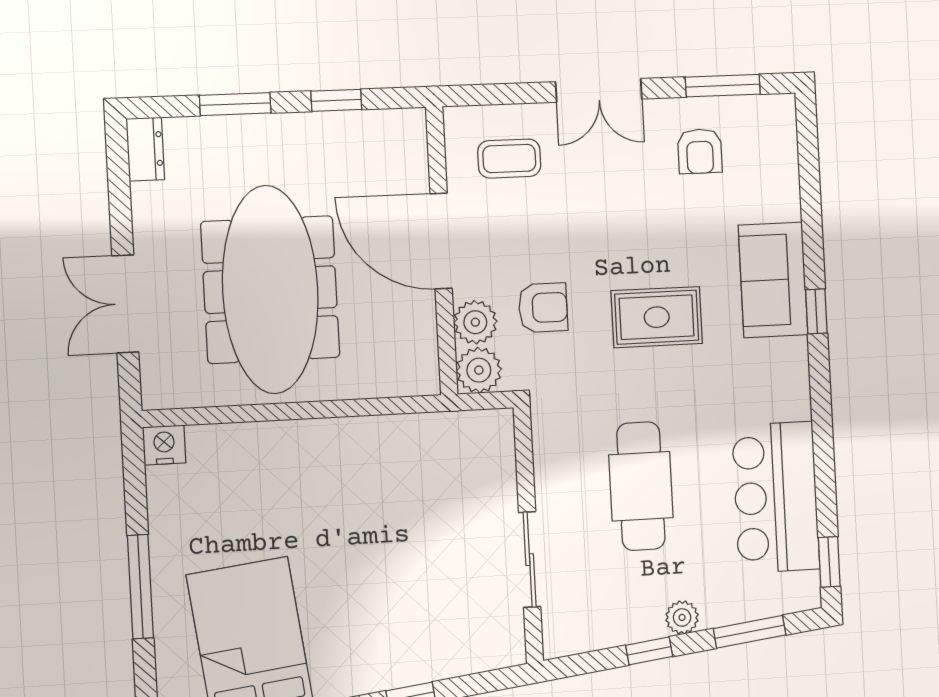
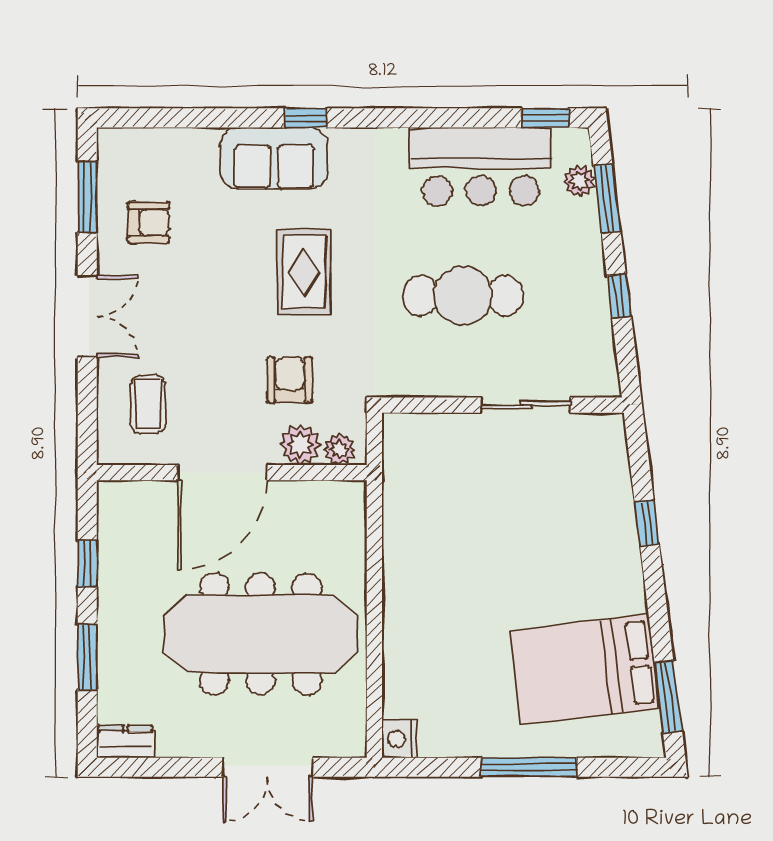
plant: (479, 370) -> (339, 449), width x0.73, depth x0.73
plant: (682, 617) -> (579, 181), moved

